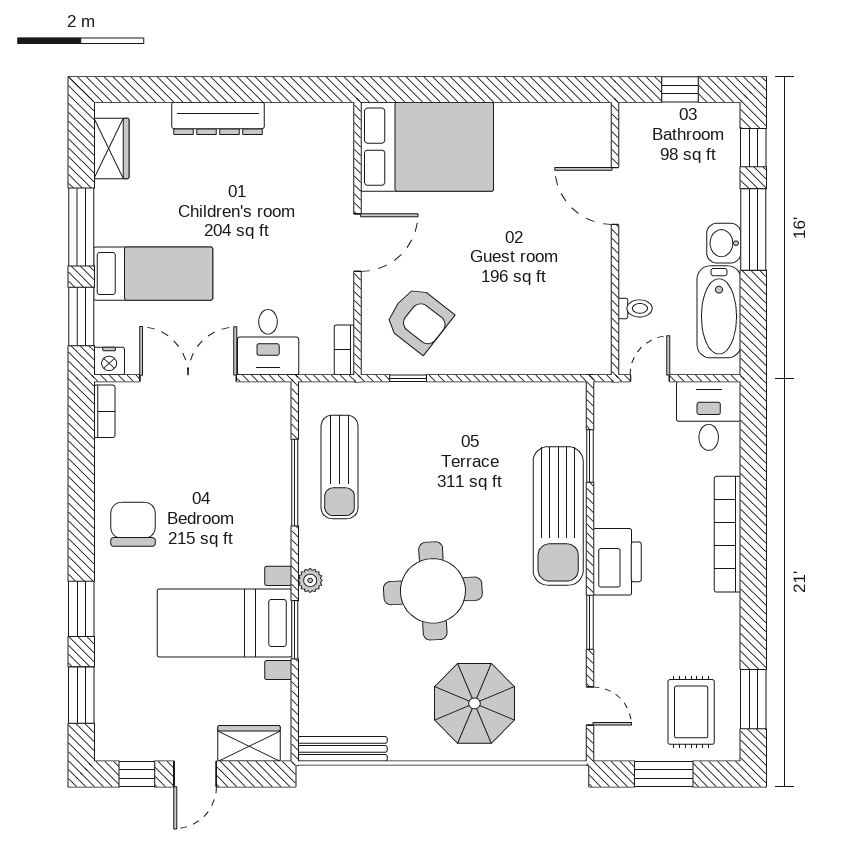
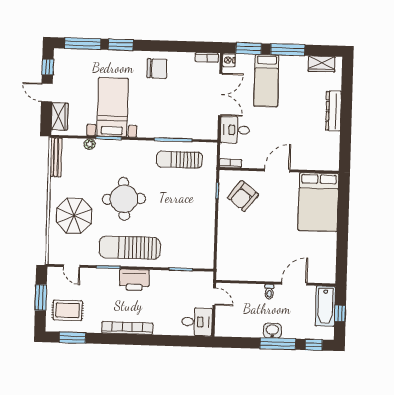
door: (358, 243) -> (277, 170), swing flipped
toilet: (635, 308) -> (269, 292), moved
bathtub: (719, 312) -> (325, 306), moved, turned -90
sun lounger: (558, 516) -> (130, 248), moved
bookcase: (728, 534) -> (127, 328), moved
plant: (310, 580) -> (90, 144), moved
window: (81, 695) -> (83, 44), width x1.44
door: (590, 706) -> (72, 266), hinge flipped

